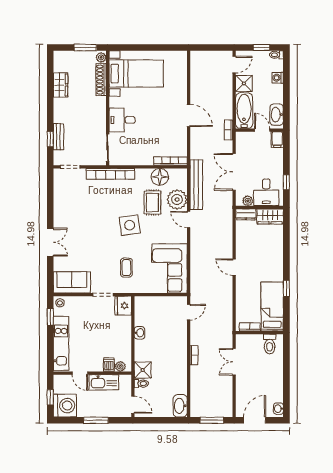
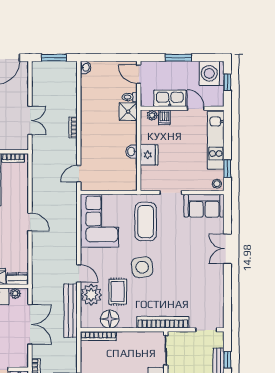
coffee table: (126, 268) -> (146, 222), width x1.86, depth x1.72
fridge: (123, 306) -> (149, 155), moved
washbasin: (180, 406) -> (86, 67), width x0.52, depth x0.69

